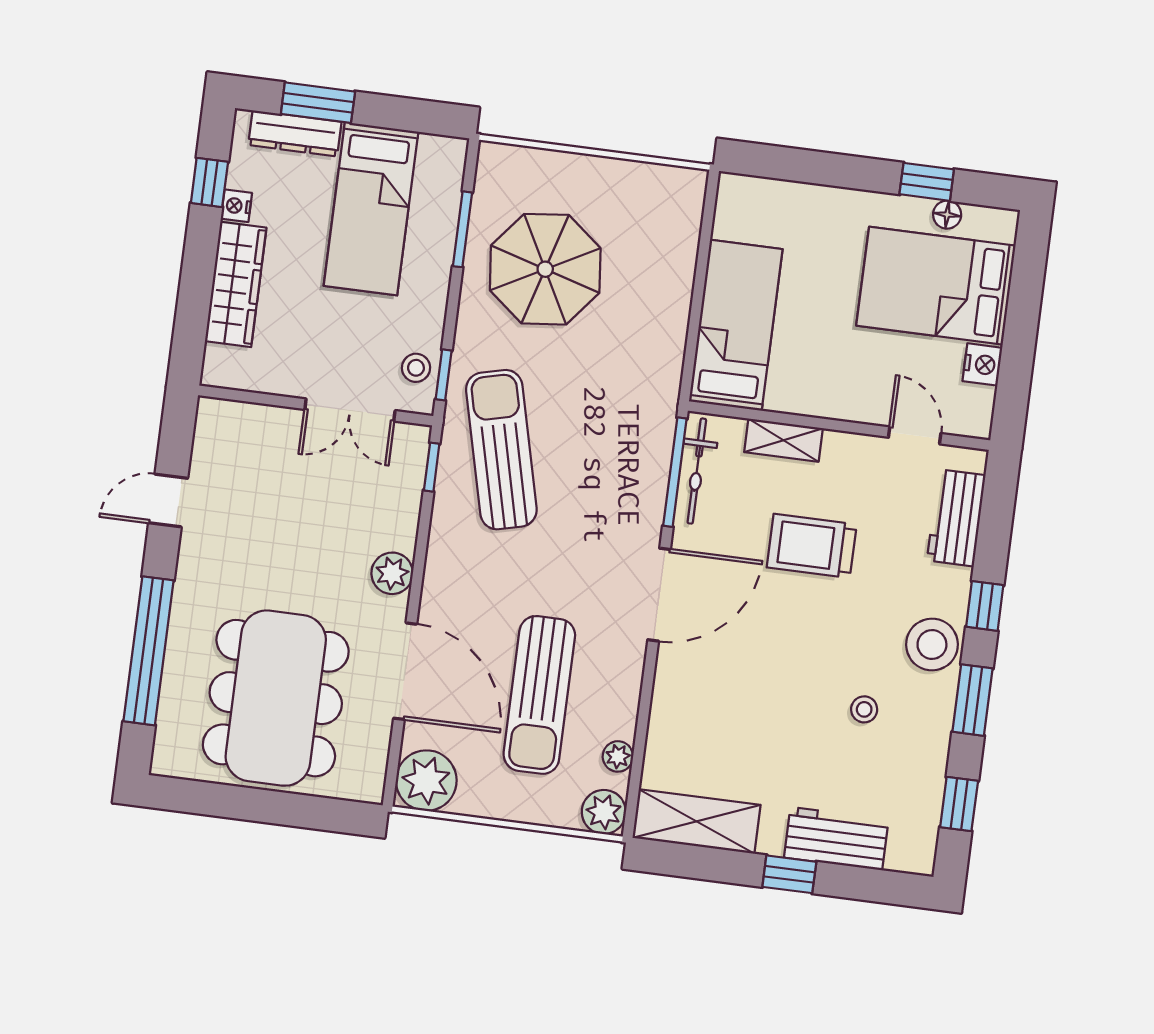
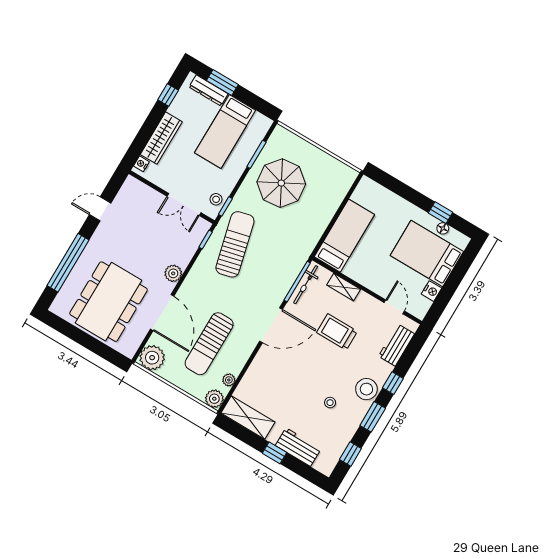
nightstand: (236, 206) -> (141, 164), moved

